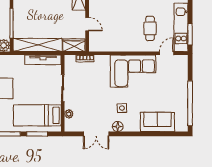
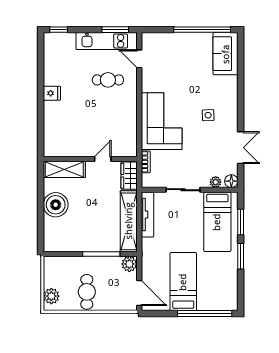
corner sofa: (133, 71) -> (162, 121), moved
sofa: (157, 122) -> (226, 54), moved
floor lamp: (118, 126) -> (231, 181), moved

